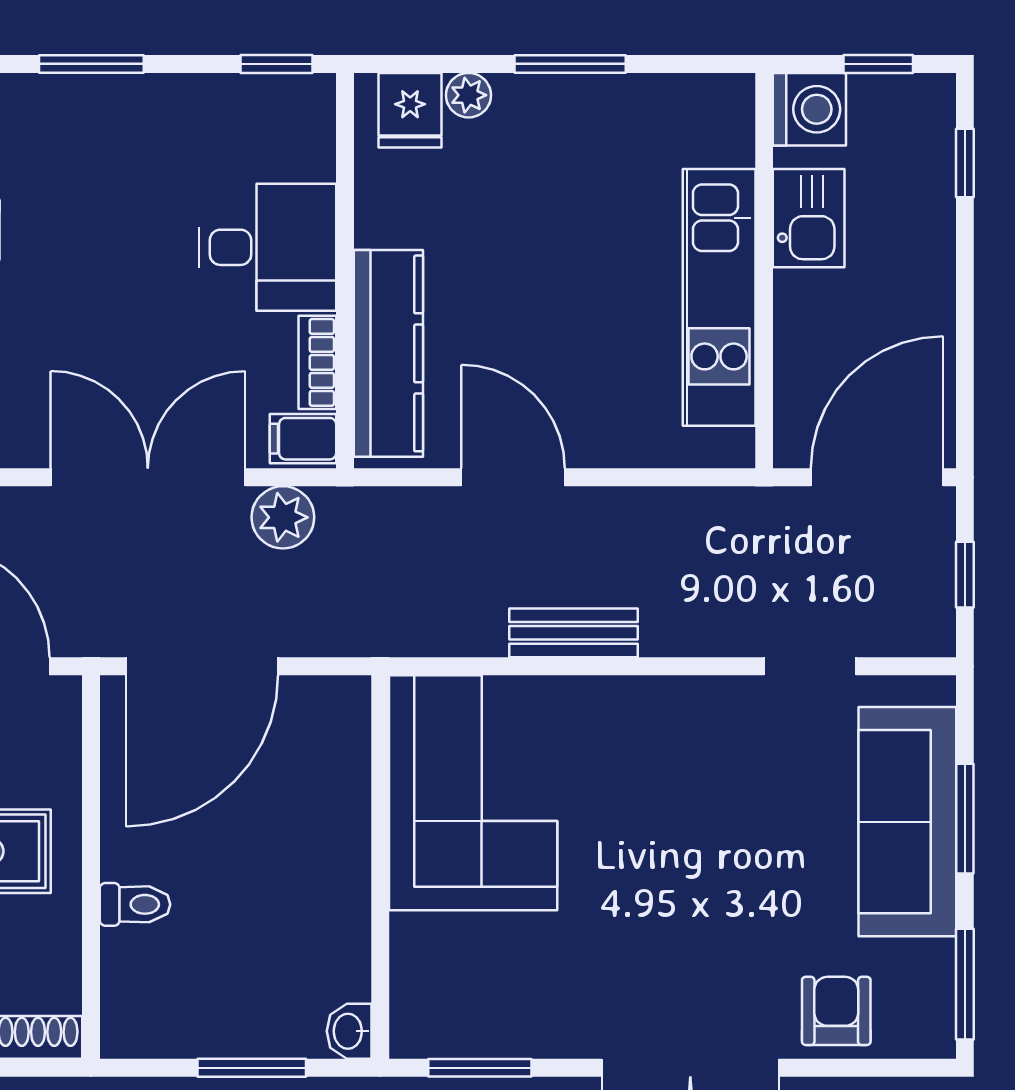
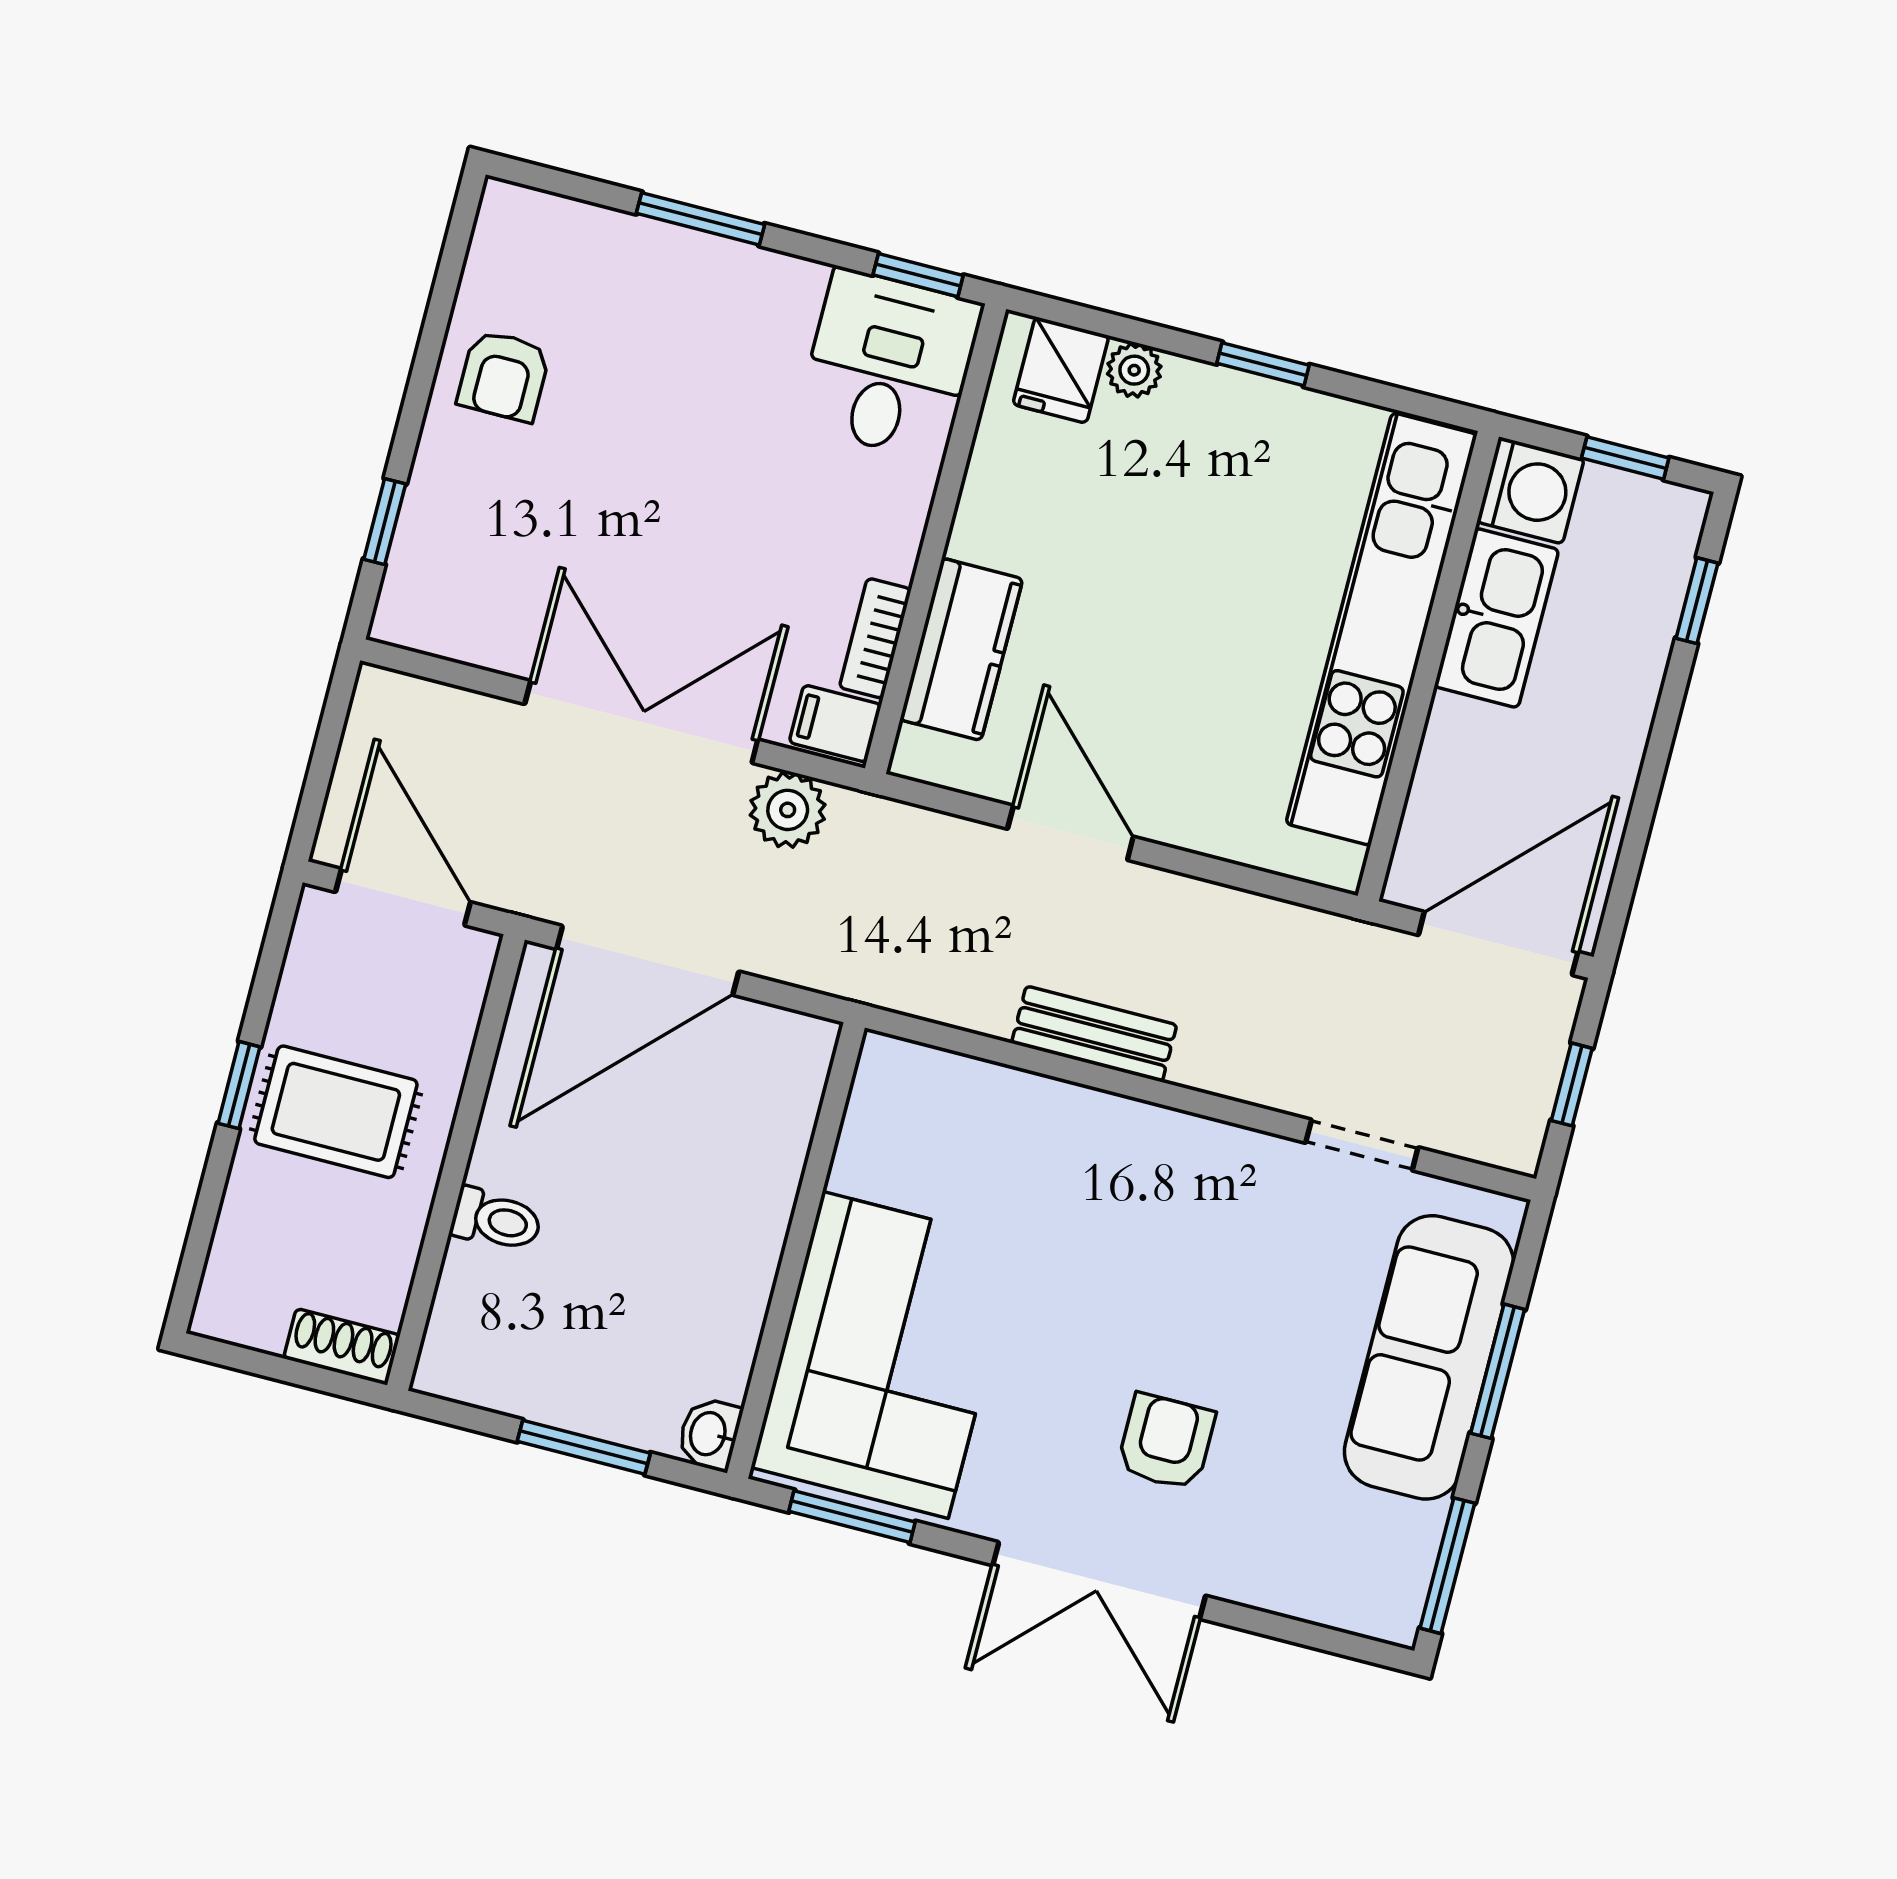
window: (570, 64) -> (1263, 364), width x0.67
kitchen sink: (809, 218) -> (1497, 618), width x1.38
desk: (267, 247) -> (889, 365), moved, turned -90
kitchen unit: (719, 297) -> (1381, 629), width x1.36
kitchen counter: (388, 353) -> (961, 649), width x0.67
corner sofa: (473, 793) -> (885, 1355), moved
armchair: (836, 1011) -> (1166, 1442), moved

